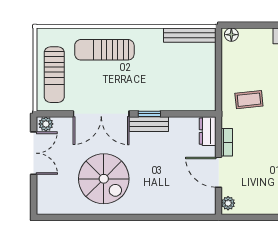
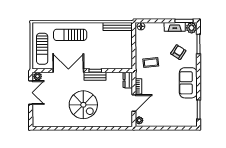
double door: (101, 114) -> (68, 71), swing flipped
door: (219, 172) -> (134, 103), swing flipped
spiral stairs: (104, 179) -> (83, 105), moved

